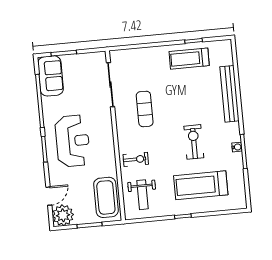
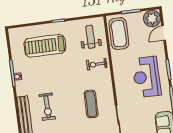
exercise bike: (194, 142) -> (47, 107), moved
treadmill: (201, 185) -> (45, 46), turned 180

